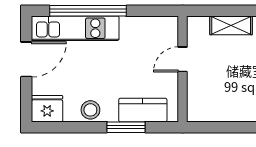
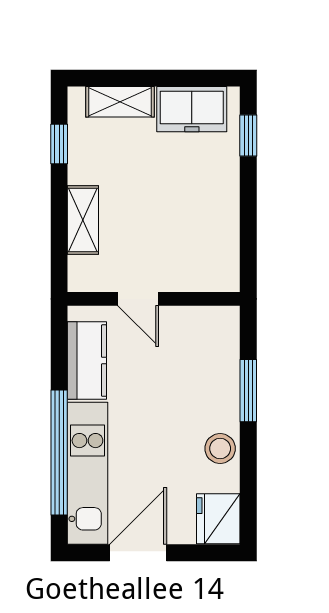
door: (26, 59) -> (138, 553), hinge flipped
kitchen counter: (143, 110) -> (87, 361), moved, turned 180

